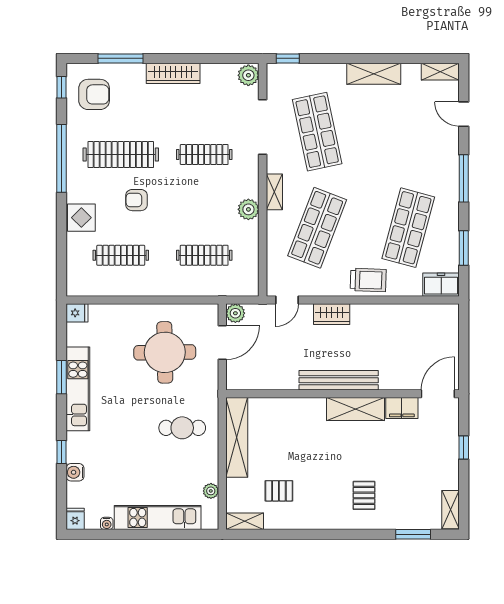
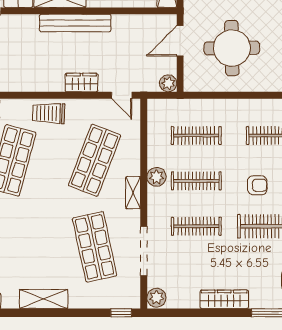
clothes rail: (204, 205) -> (196, 181), added
door: (287, 300) -> (122, 95), swing flipped
door: (222, 343) -> (180, 41), moved

